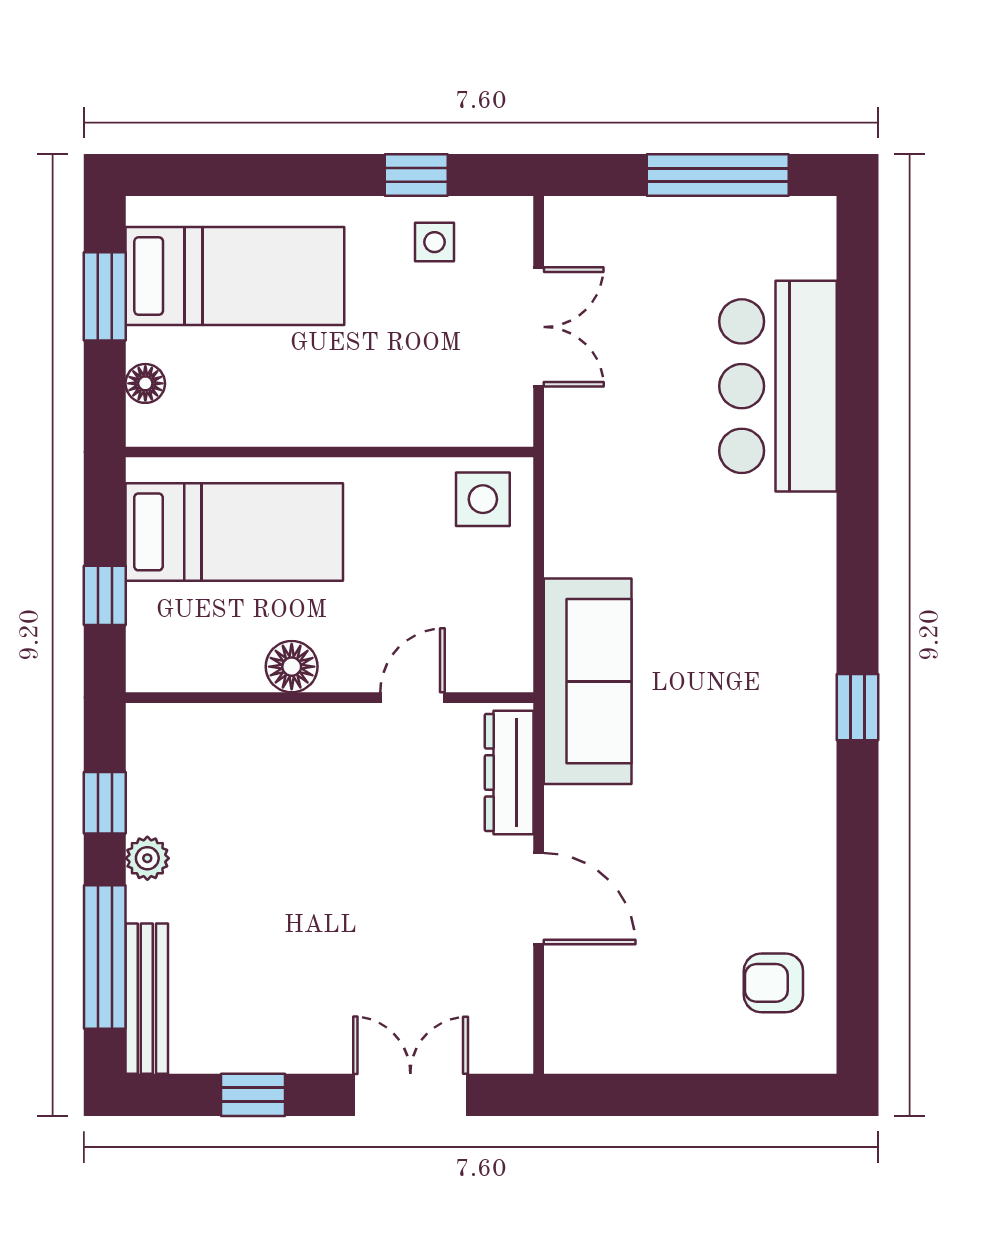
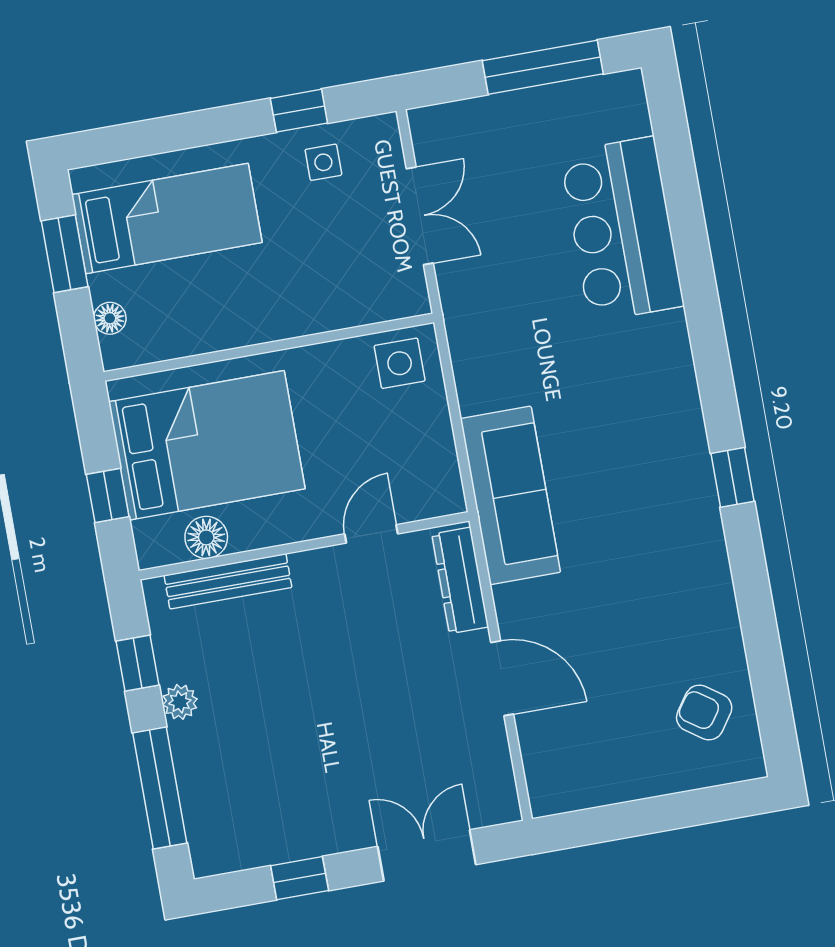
bed: (234, 532) -> (207, 445), width x1.50
floor lamp: (292, 667) -> (206, 537), moved
armchair: (773, 983) -> (704, 713), turned 35
bench: (147, 999) -> (228, 581), moved, turned 90

